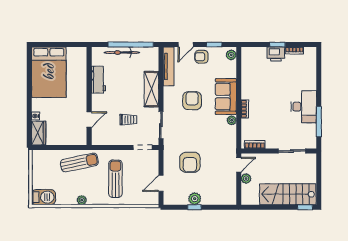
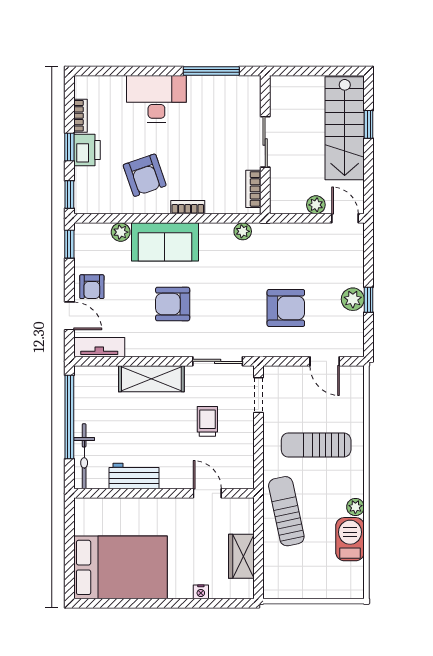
window: (214, 45) -> (69, 244), moved
window: (252, 45) -> (69, 194), added
bicycle: (122, 53) -> (84, 456), moved
plant: (231, 55) -> (121, 232), moved
tv unit: (169, 66) -> (99, 347), width x0.71
armchair: (262, 85) -> (145, 175), added
desk: (304, 107) -> (156, 99), moved
plant: (232, 120) -> (243, 231), moved
wardrobe: (39, 133) -> (241, 556), moved, turned -90
sliding door: (292, 151) -> (265, 142), moved
door: (239, 165) -> (345, 218), moved
barbecue: (43, 197) -> (350, 539), moved
window: (305, 207) -> (369, 124), moved

